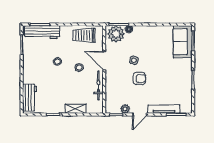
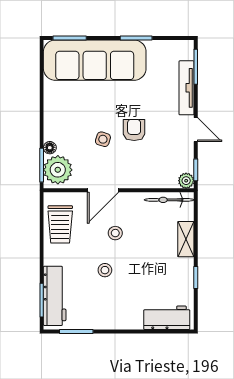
sofa: (183, 42) -> (95, 60), width x1.85, depth x1.27
bicycle: (98, 85) -> (169, 200), moved
plant: (125, 109) -> (186, 181), moved

